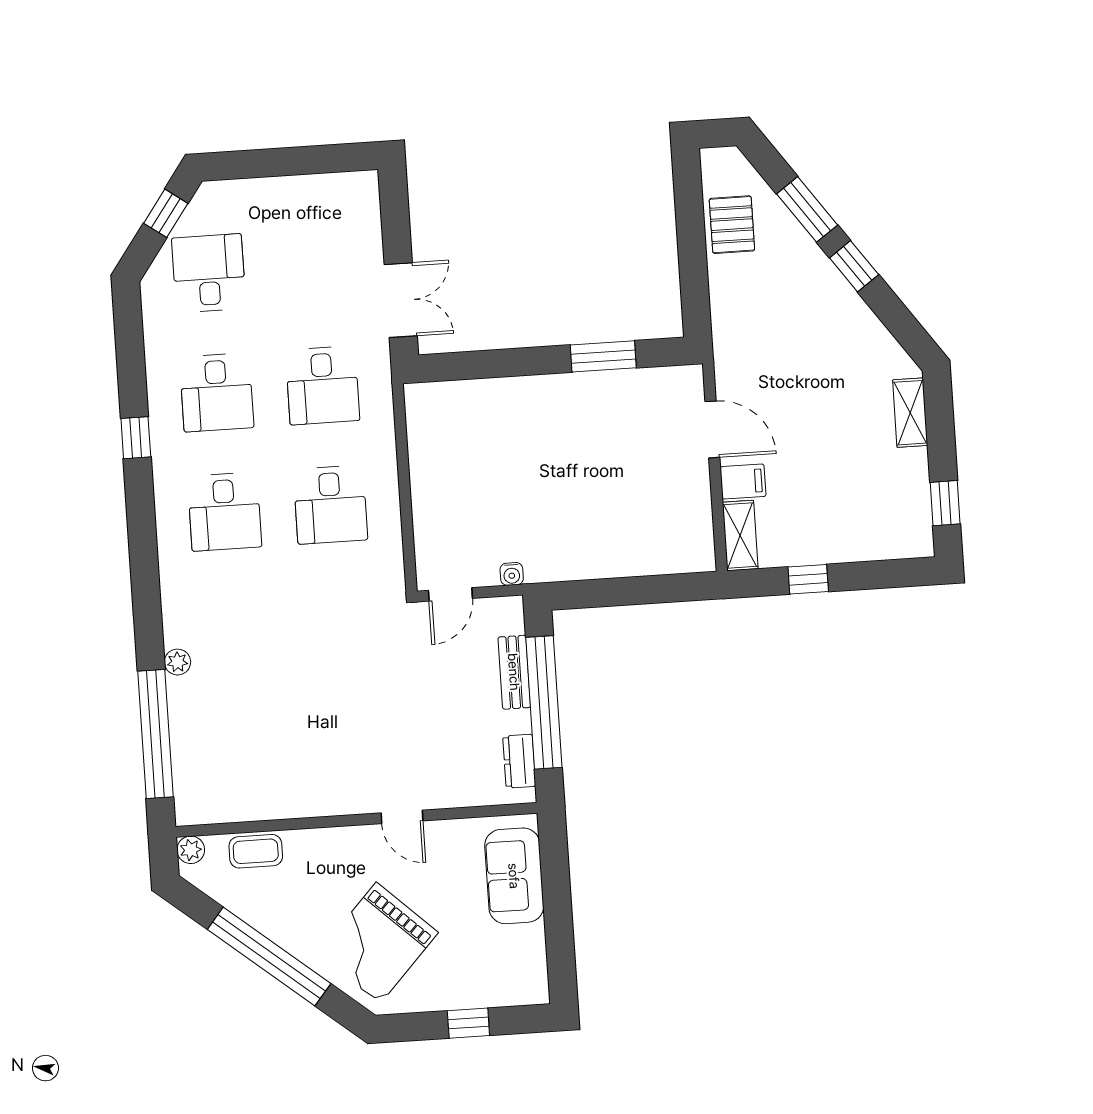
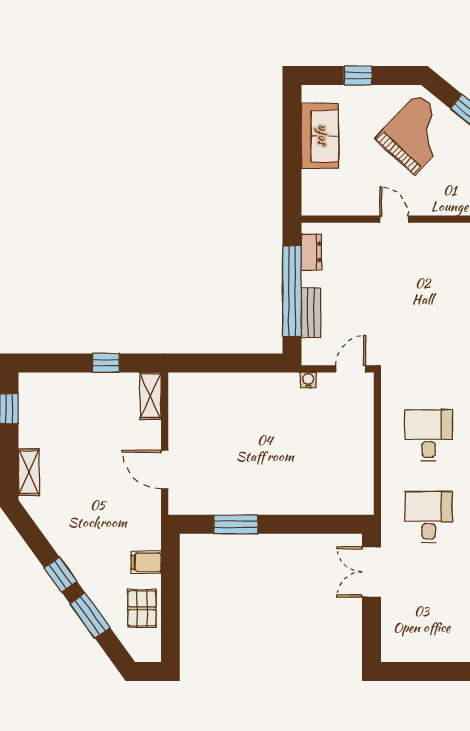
filing cabinet: (743, 482) -> (146, 562), moved
sofa: (514, 876) -> (320, 136), moved

